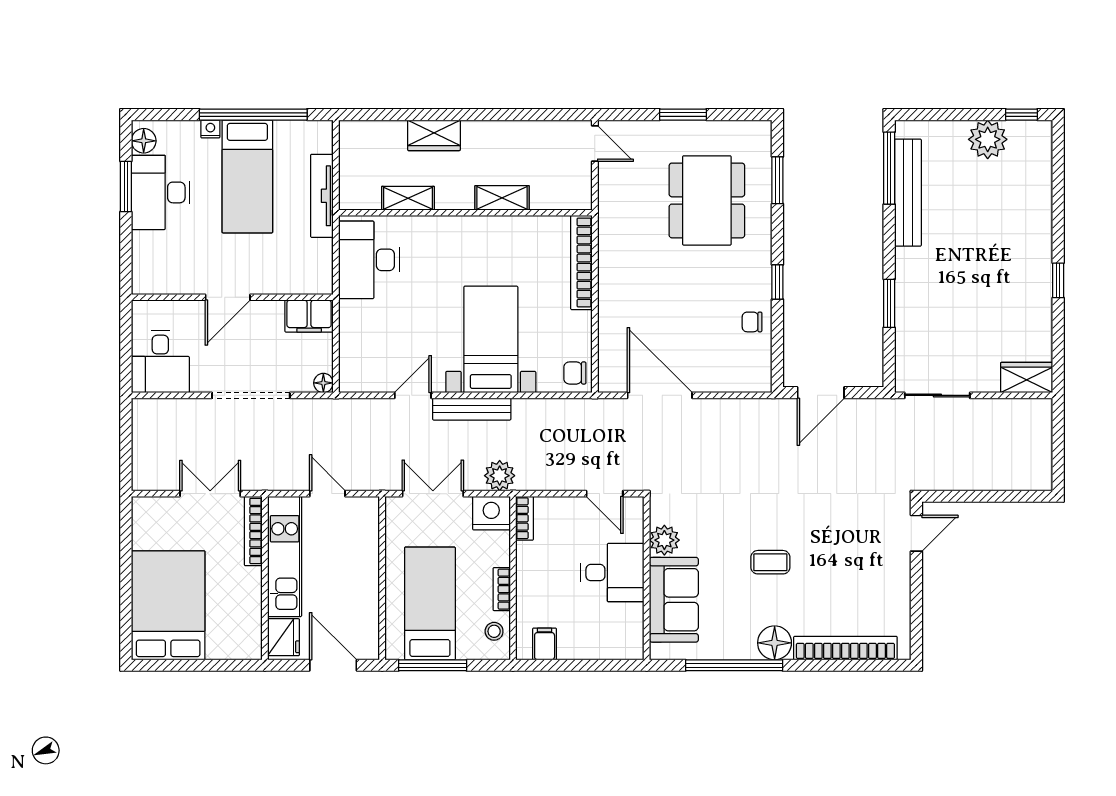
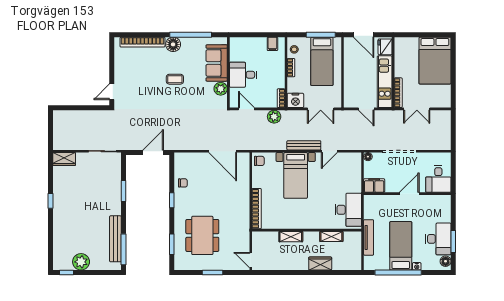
desk: (160, 361) -> (438, 179), moved, turned 180
plant: (500, 476) -> (274, 117), moved

